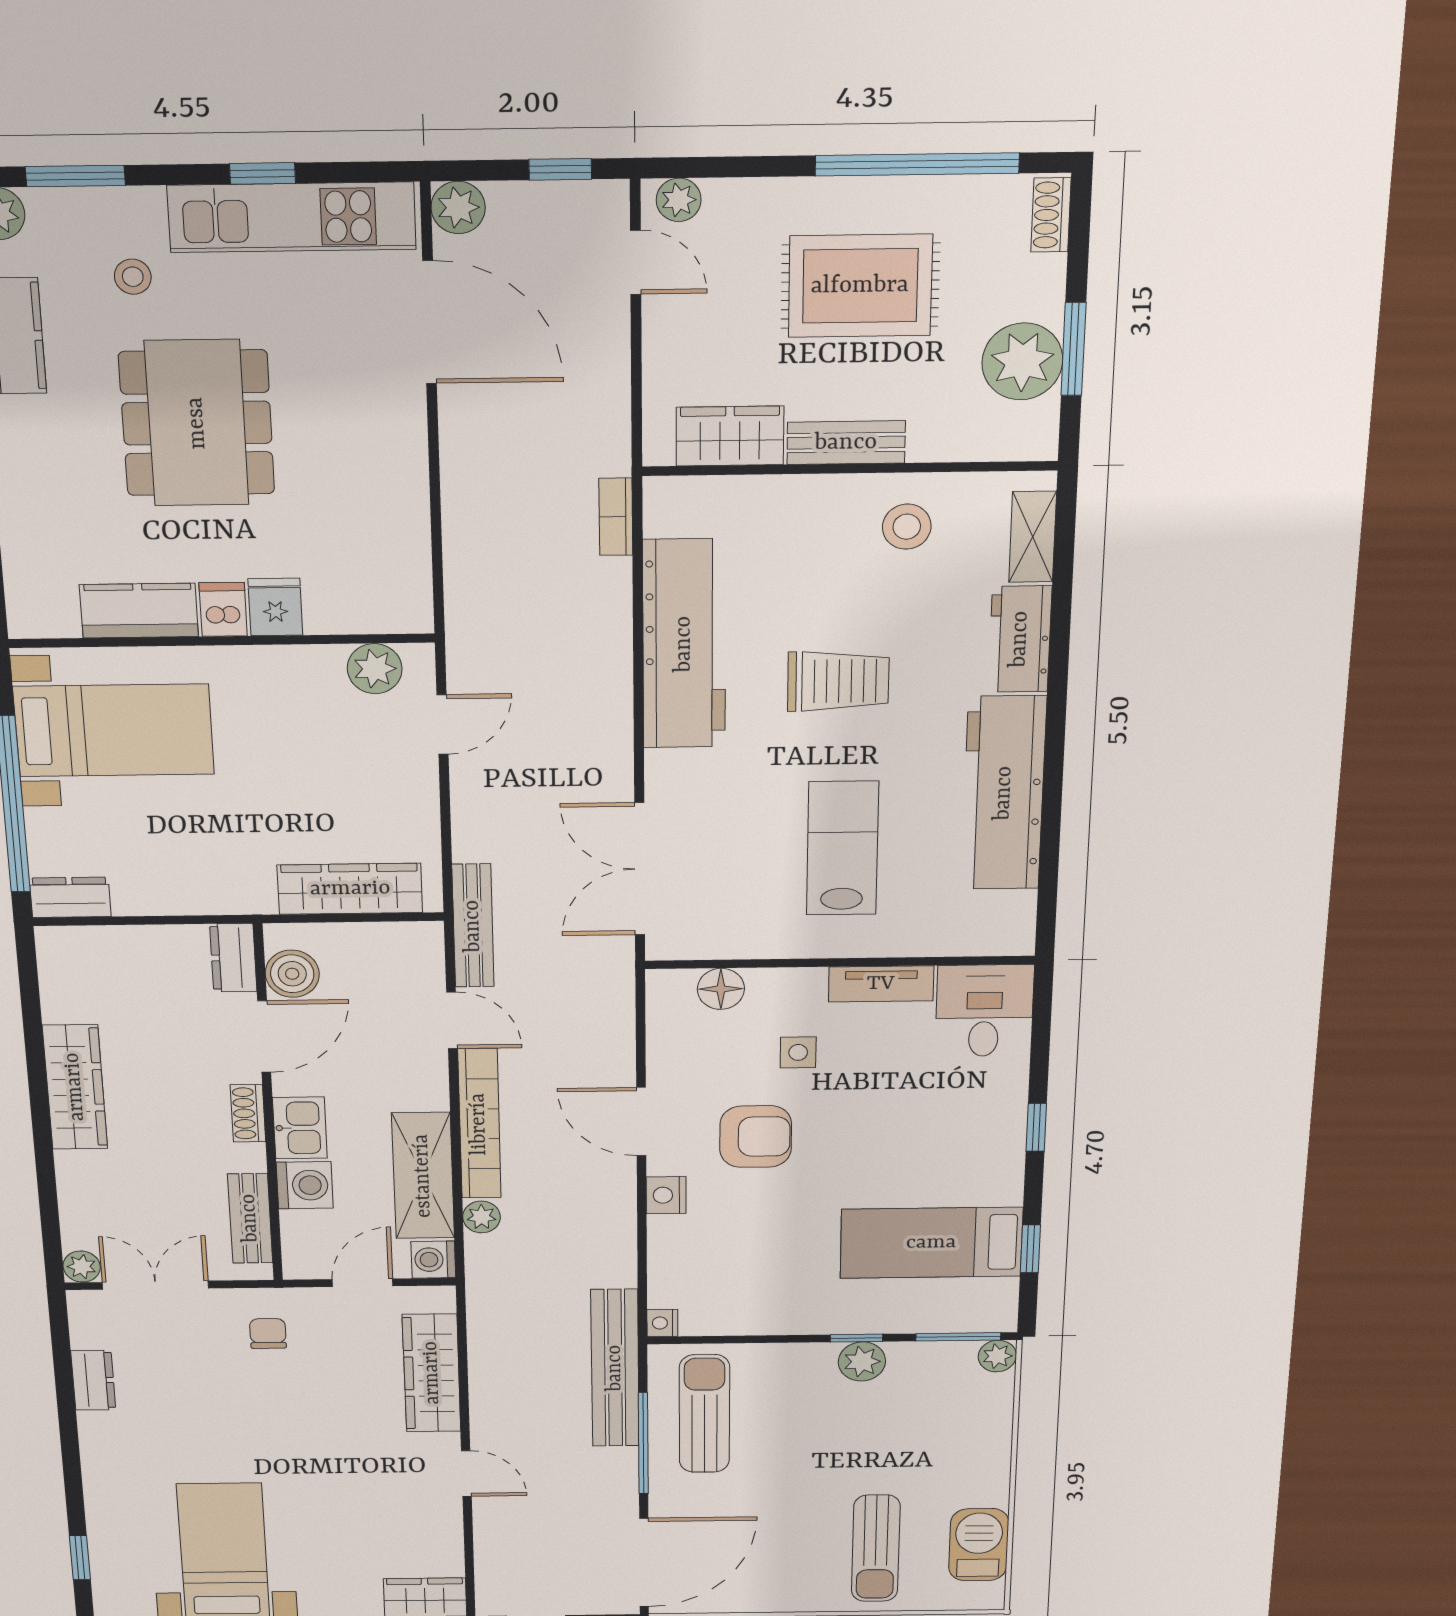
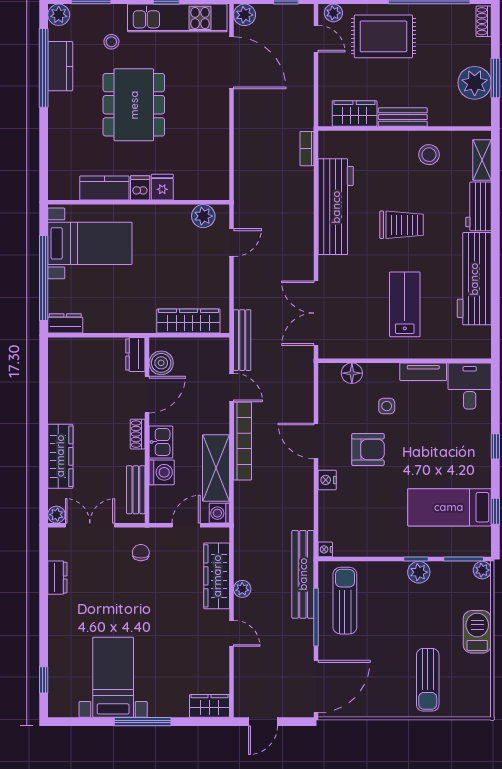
rug: (860, 286) -> (383, 36), moved
wardrobe: (75, 1087) -> (60, 456), moved
plant: (482, 1217) -> (242, 589), moved
barbecue: (979, 1545) -> (477, 632), moved

